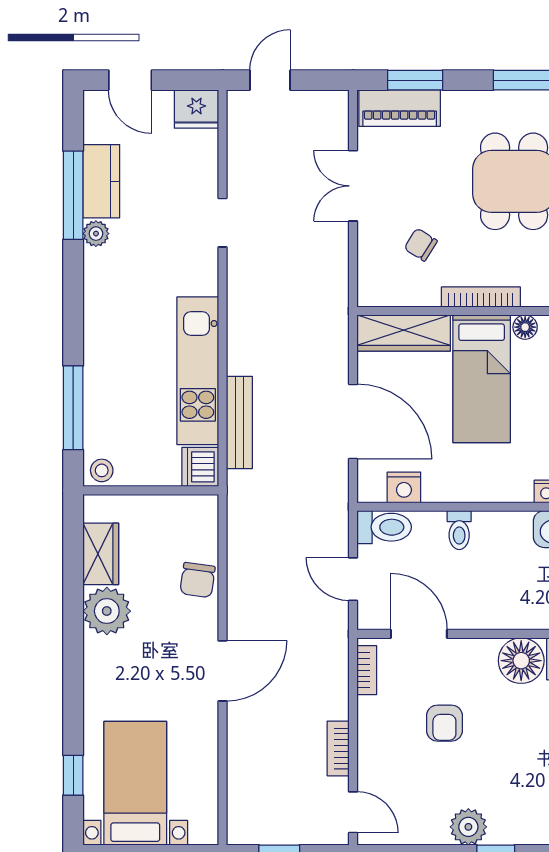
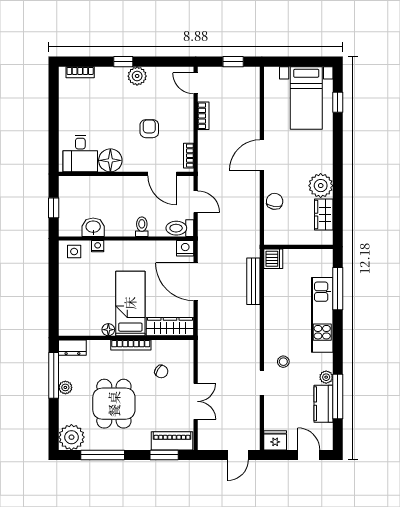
kitchen unit: (198, 371) -> (322, 315), moved, turned 180
stool: (102, 470) -> (283, 362), moved
nightstand: (404, 487) -> (185, 248), moved

